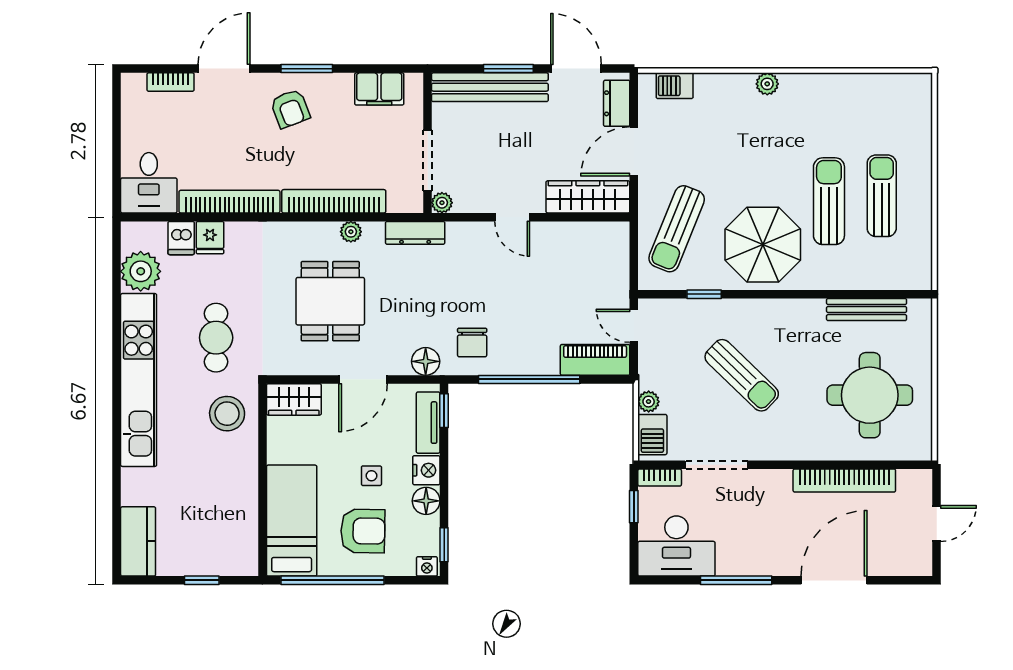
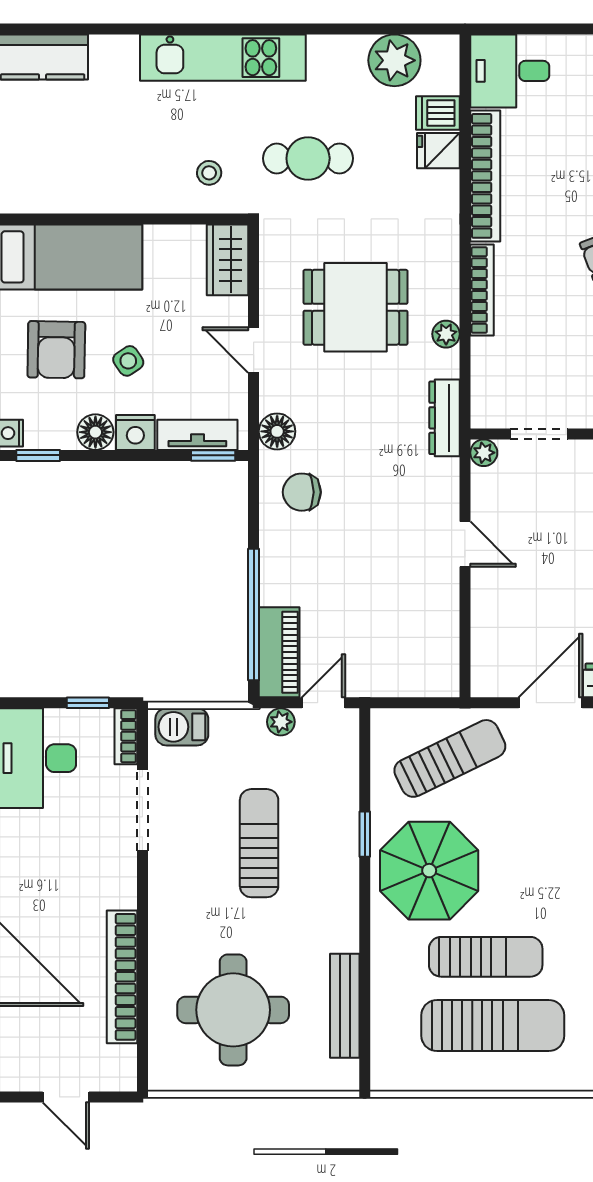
door: (634, 151) -> (551, 703), hinge flipped
doorway: (428, 160) -> (539, 434), width x0.73
sun lounger: (882, 196) -> (493, 1026), width x1.36, depth x1.34
wardrobe: (588, 197) -> (491, 643), removed
bookcase: (334, 201) -> (482, 290), width x0.68, depth x0.76
door: (512, 217) -> (465, 544), swing flipped
sun lounger: (677, 229) -> (450, 758), turned 132
window: (704, 294) -> (365, 834), moved
sun lounger: (742, 375) -> (259, 843), turned 136
door: (363, 379) -> (254, 350), width x0.73
window: (529, 379) -> (254, 615), moved
kitchen unit: (139, 380) -> (223, 58), width x0.73
plant: (649, 402) -> (281, 722), moved
stool: (227, 414) -> (209, 173), width x0.53, depth x0.53
side table: (371, 476) -> (128, 361), turned -34

